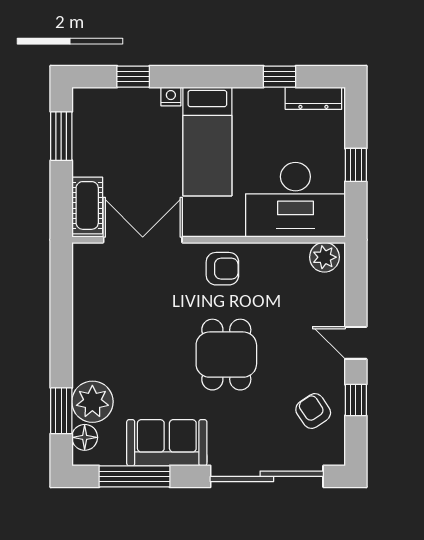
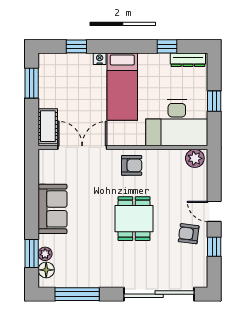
plant: (92, 402) -> (45, 254), width x0.53, depth x0.53
armchair: (313, 411) -> (189, 234), moved, turned -49
sofa: (167, 443) -> (53, 209), moved, turned 90

